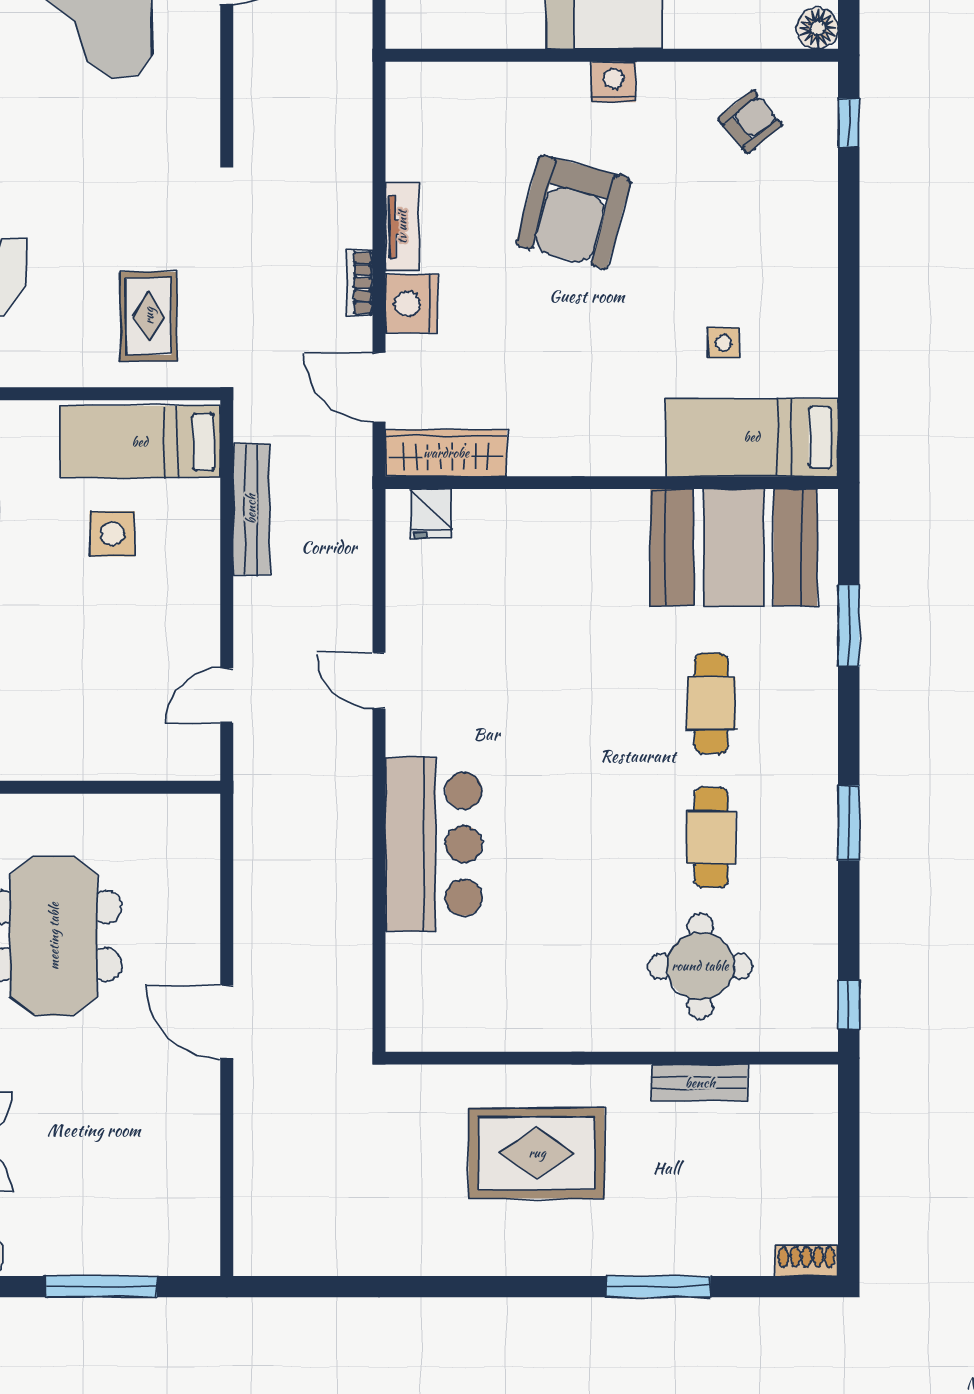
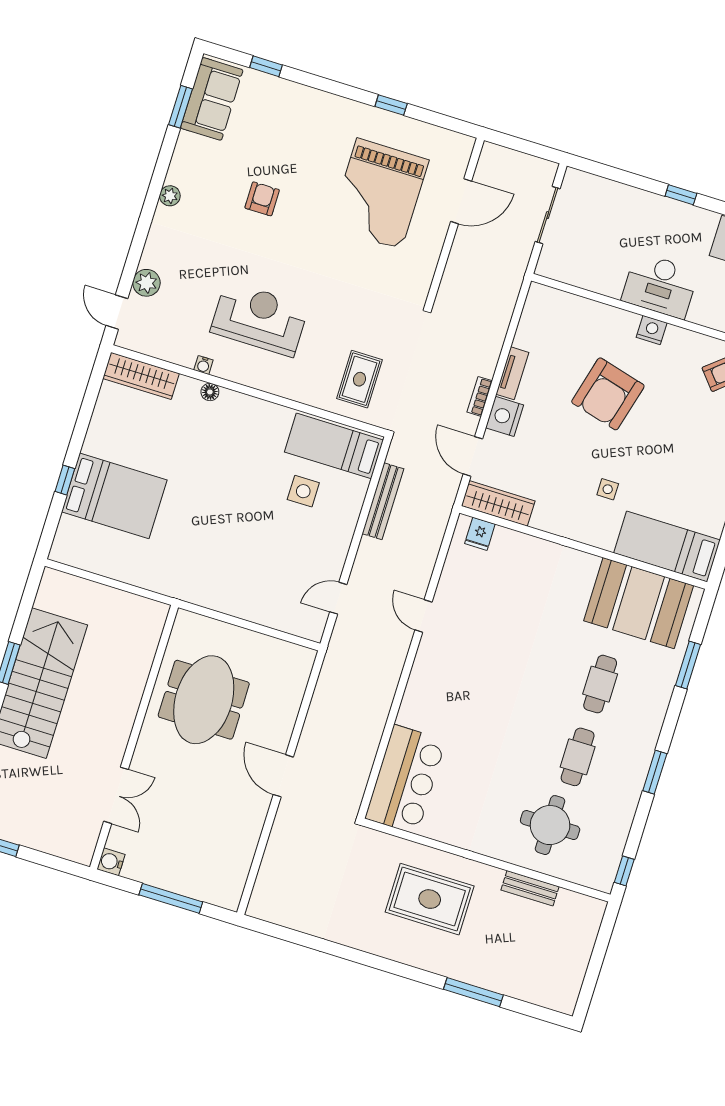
side table: (724, 343) -> (608, 489), moved
bar counter: (434, 844) -> (405, 779), moved
shoe rack: (807, 1261) -> (558, 1003), removed

